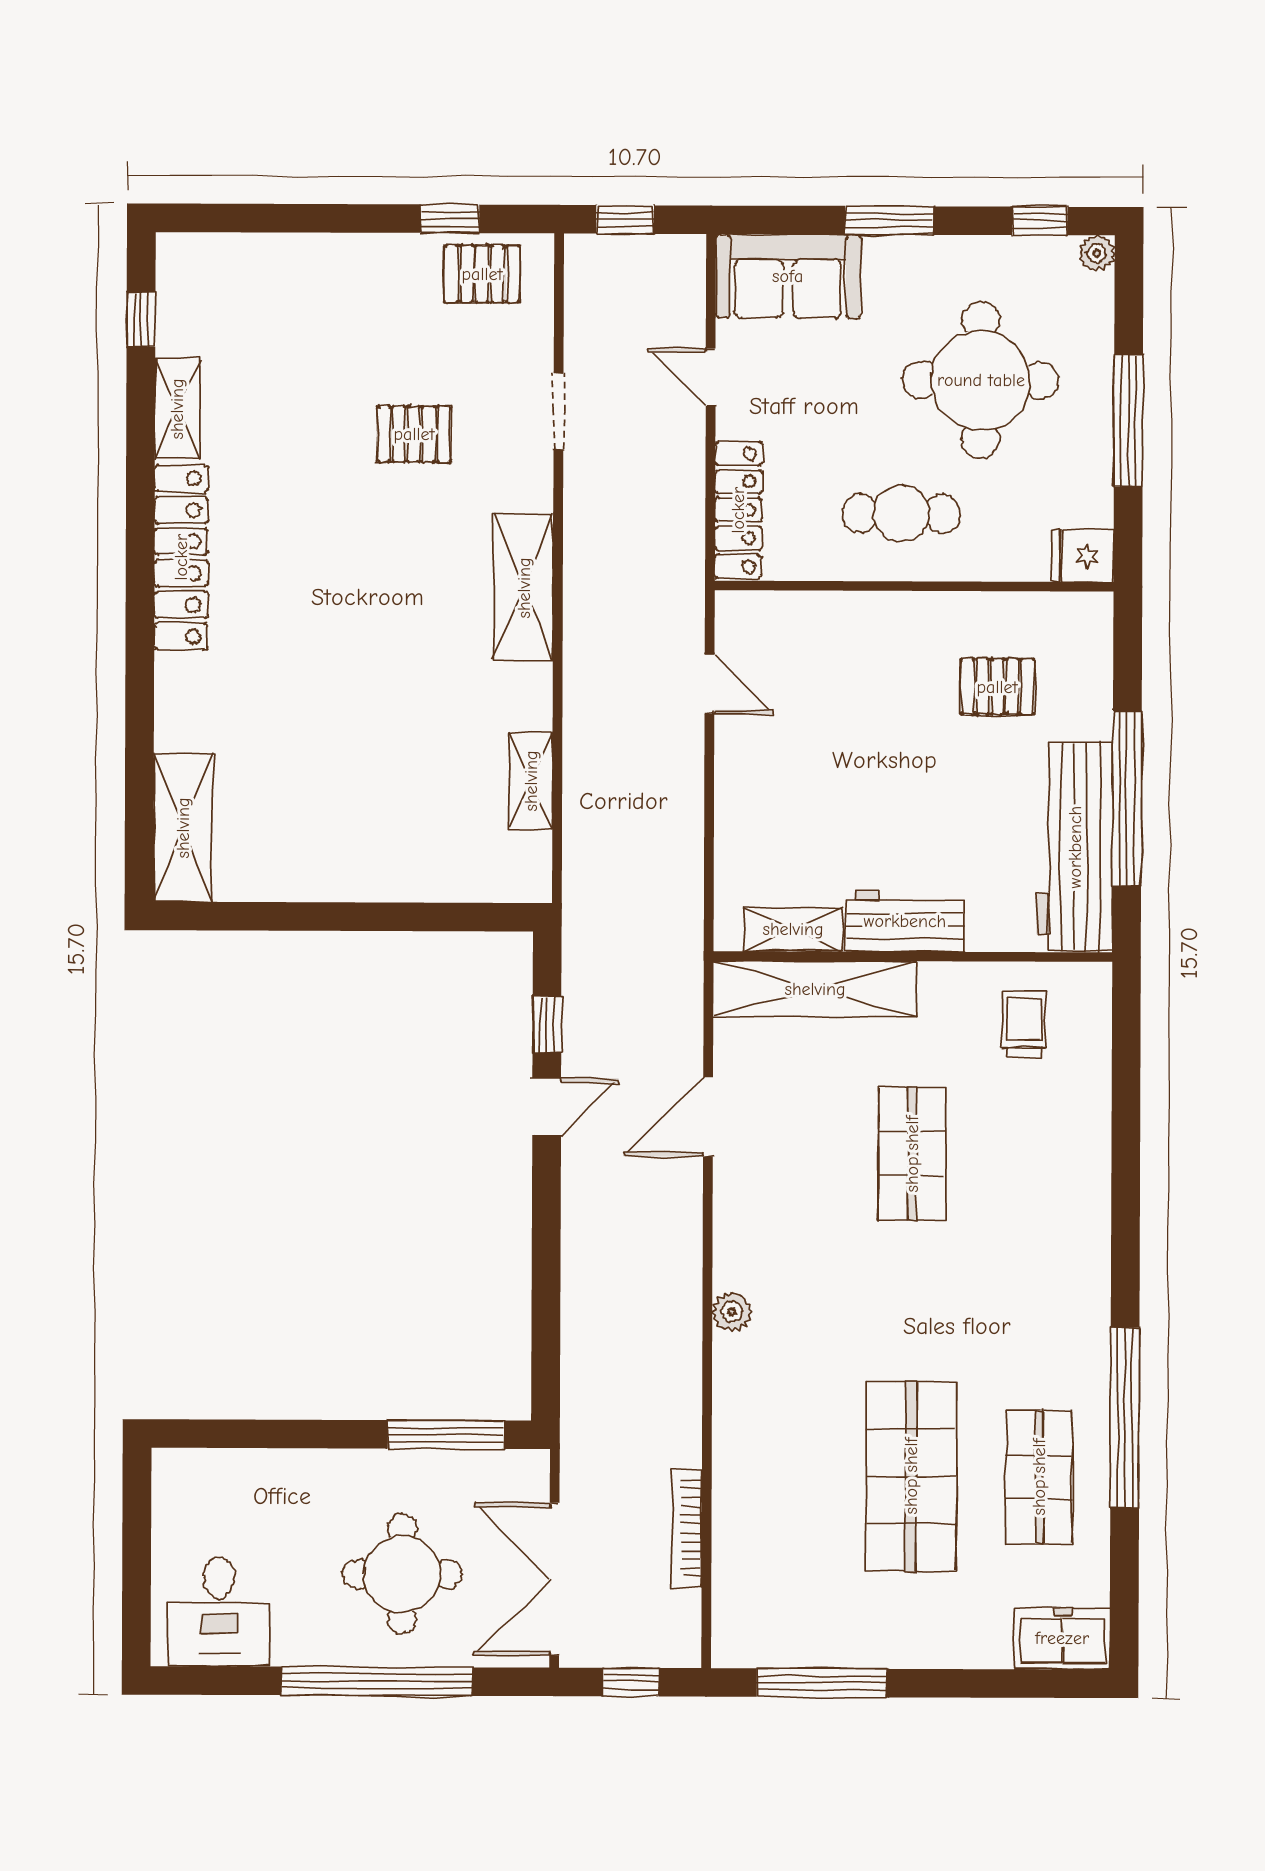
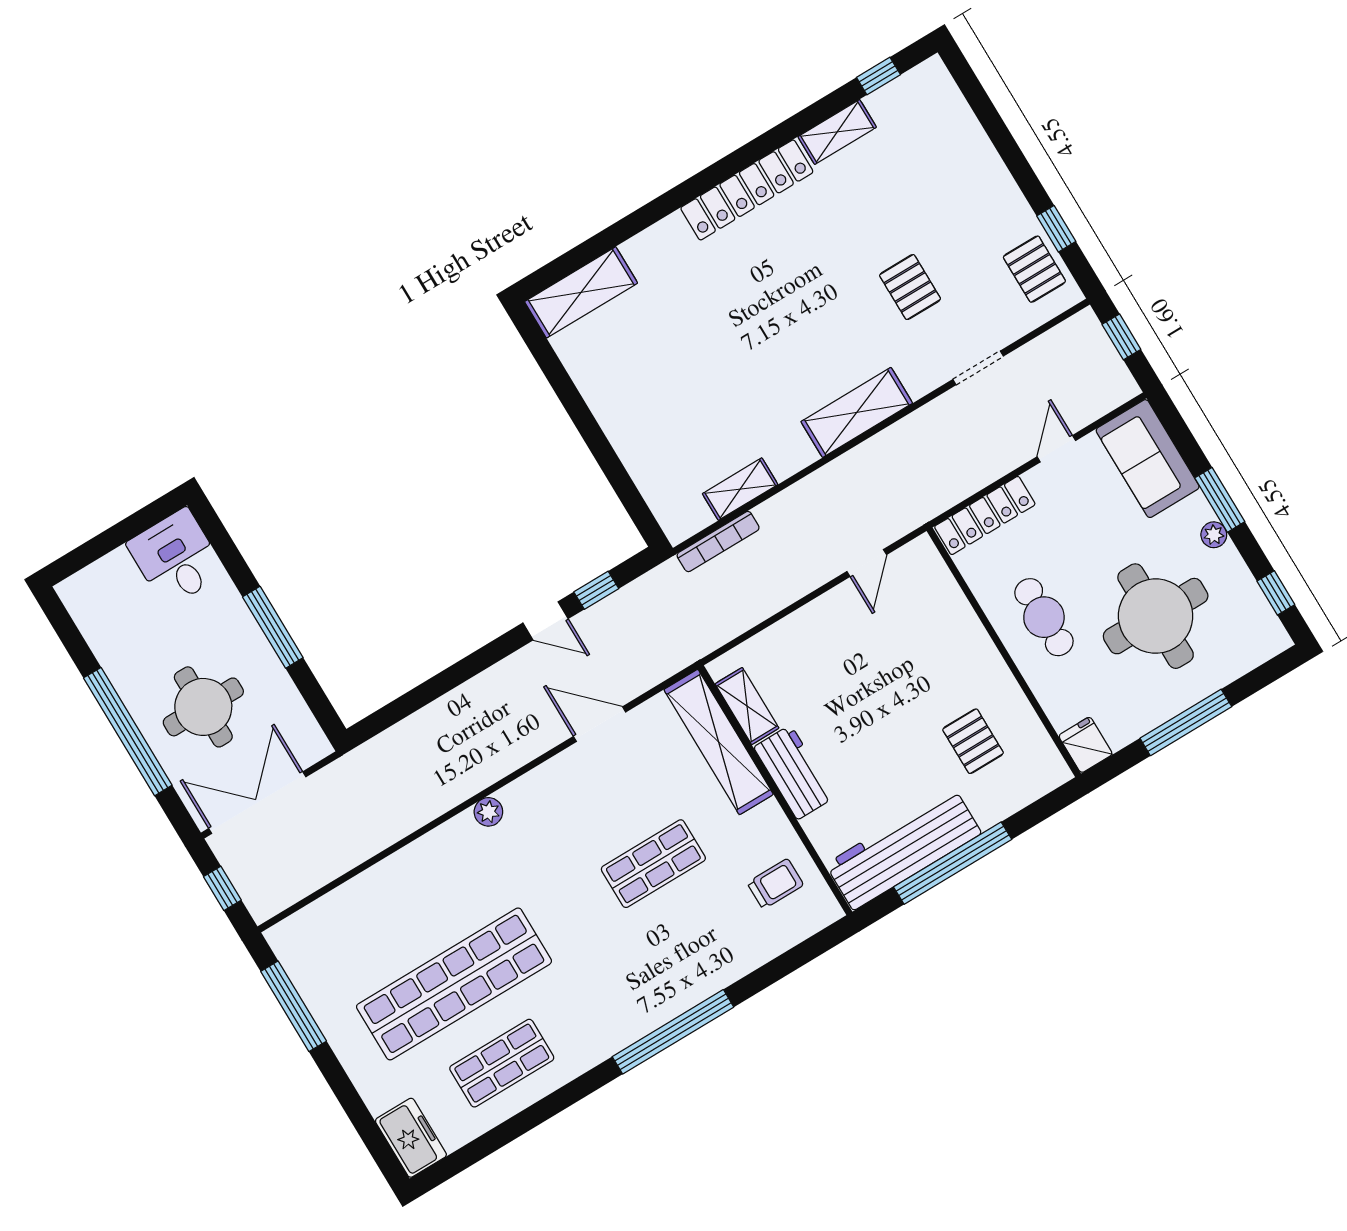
plant: (1097, 253) -> (1214, 535), moved
window: (1125, 1418) -> (673, 1032), moved
window: (446, 1435) -> (273, 627), moved
shop shelf: (911, 1476) -> (454, 984), width x1.40
bookcase: (687, 1528) -> (718, 542), moved, turned 180
desk: (219, 1611) -> (176, 558), moved, turned 90

